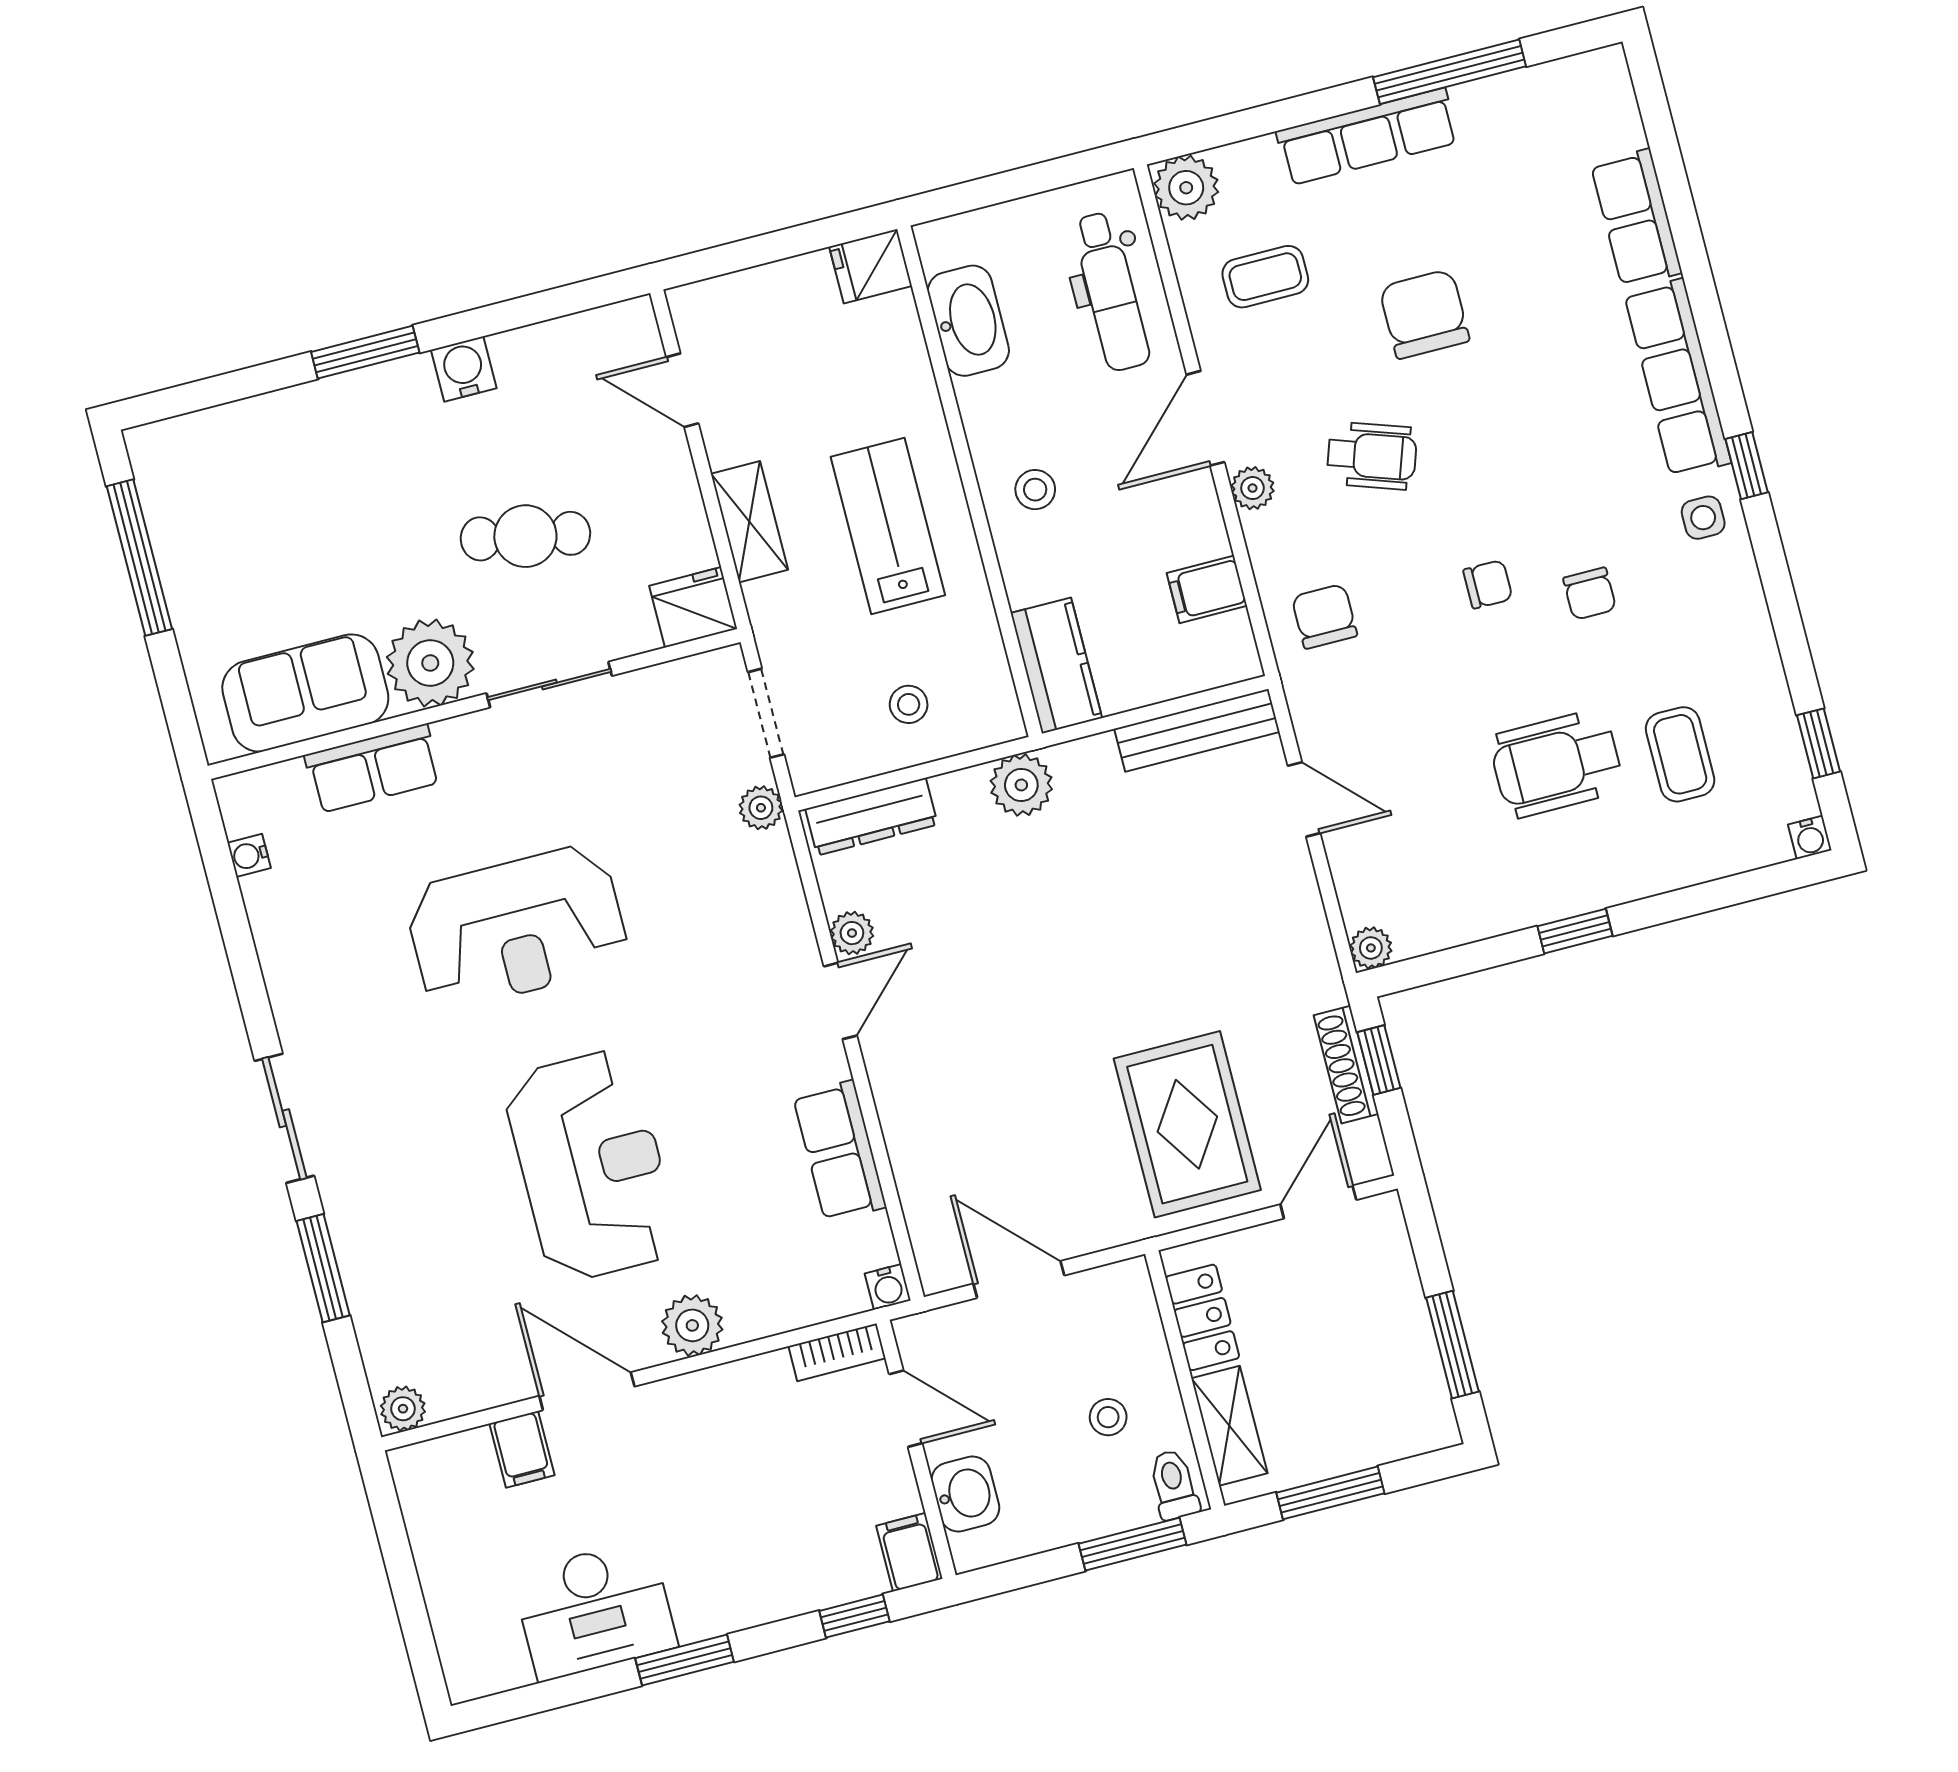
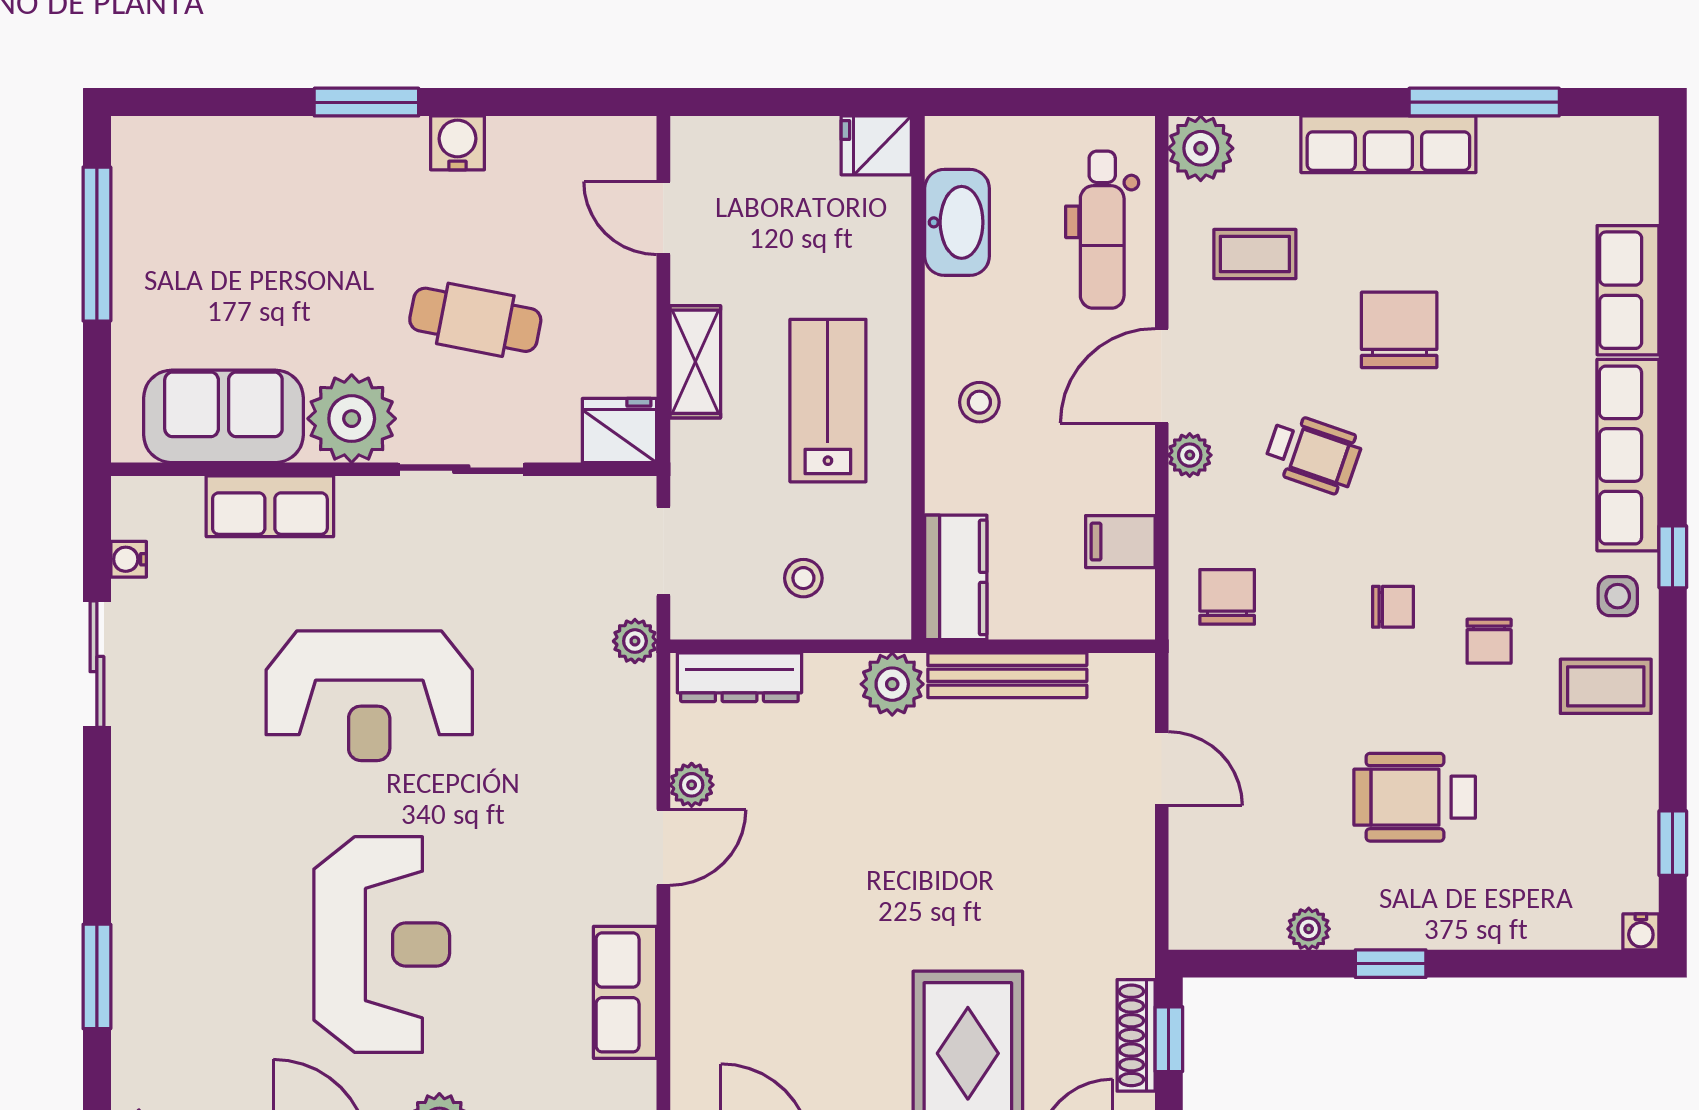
bench: (1197, 730) -> (1007, 675), moved
coffee table: (1680, 754) -> (1606, 686), moved, turned 90
plant: (1371, 948) -> (1309, 929), moved
sliding door: (284, 1118) -> (97, 664), moved

